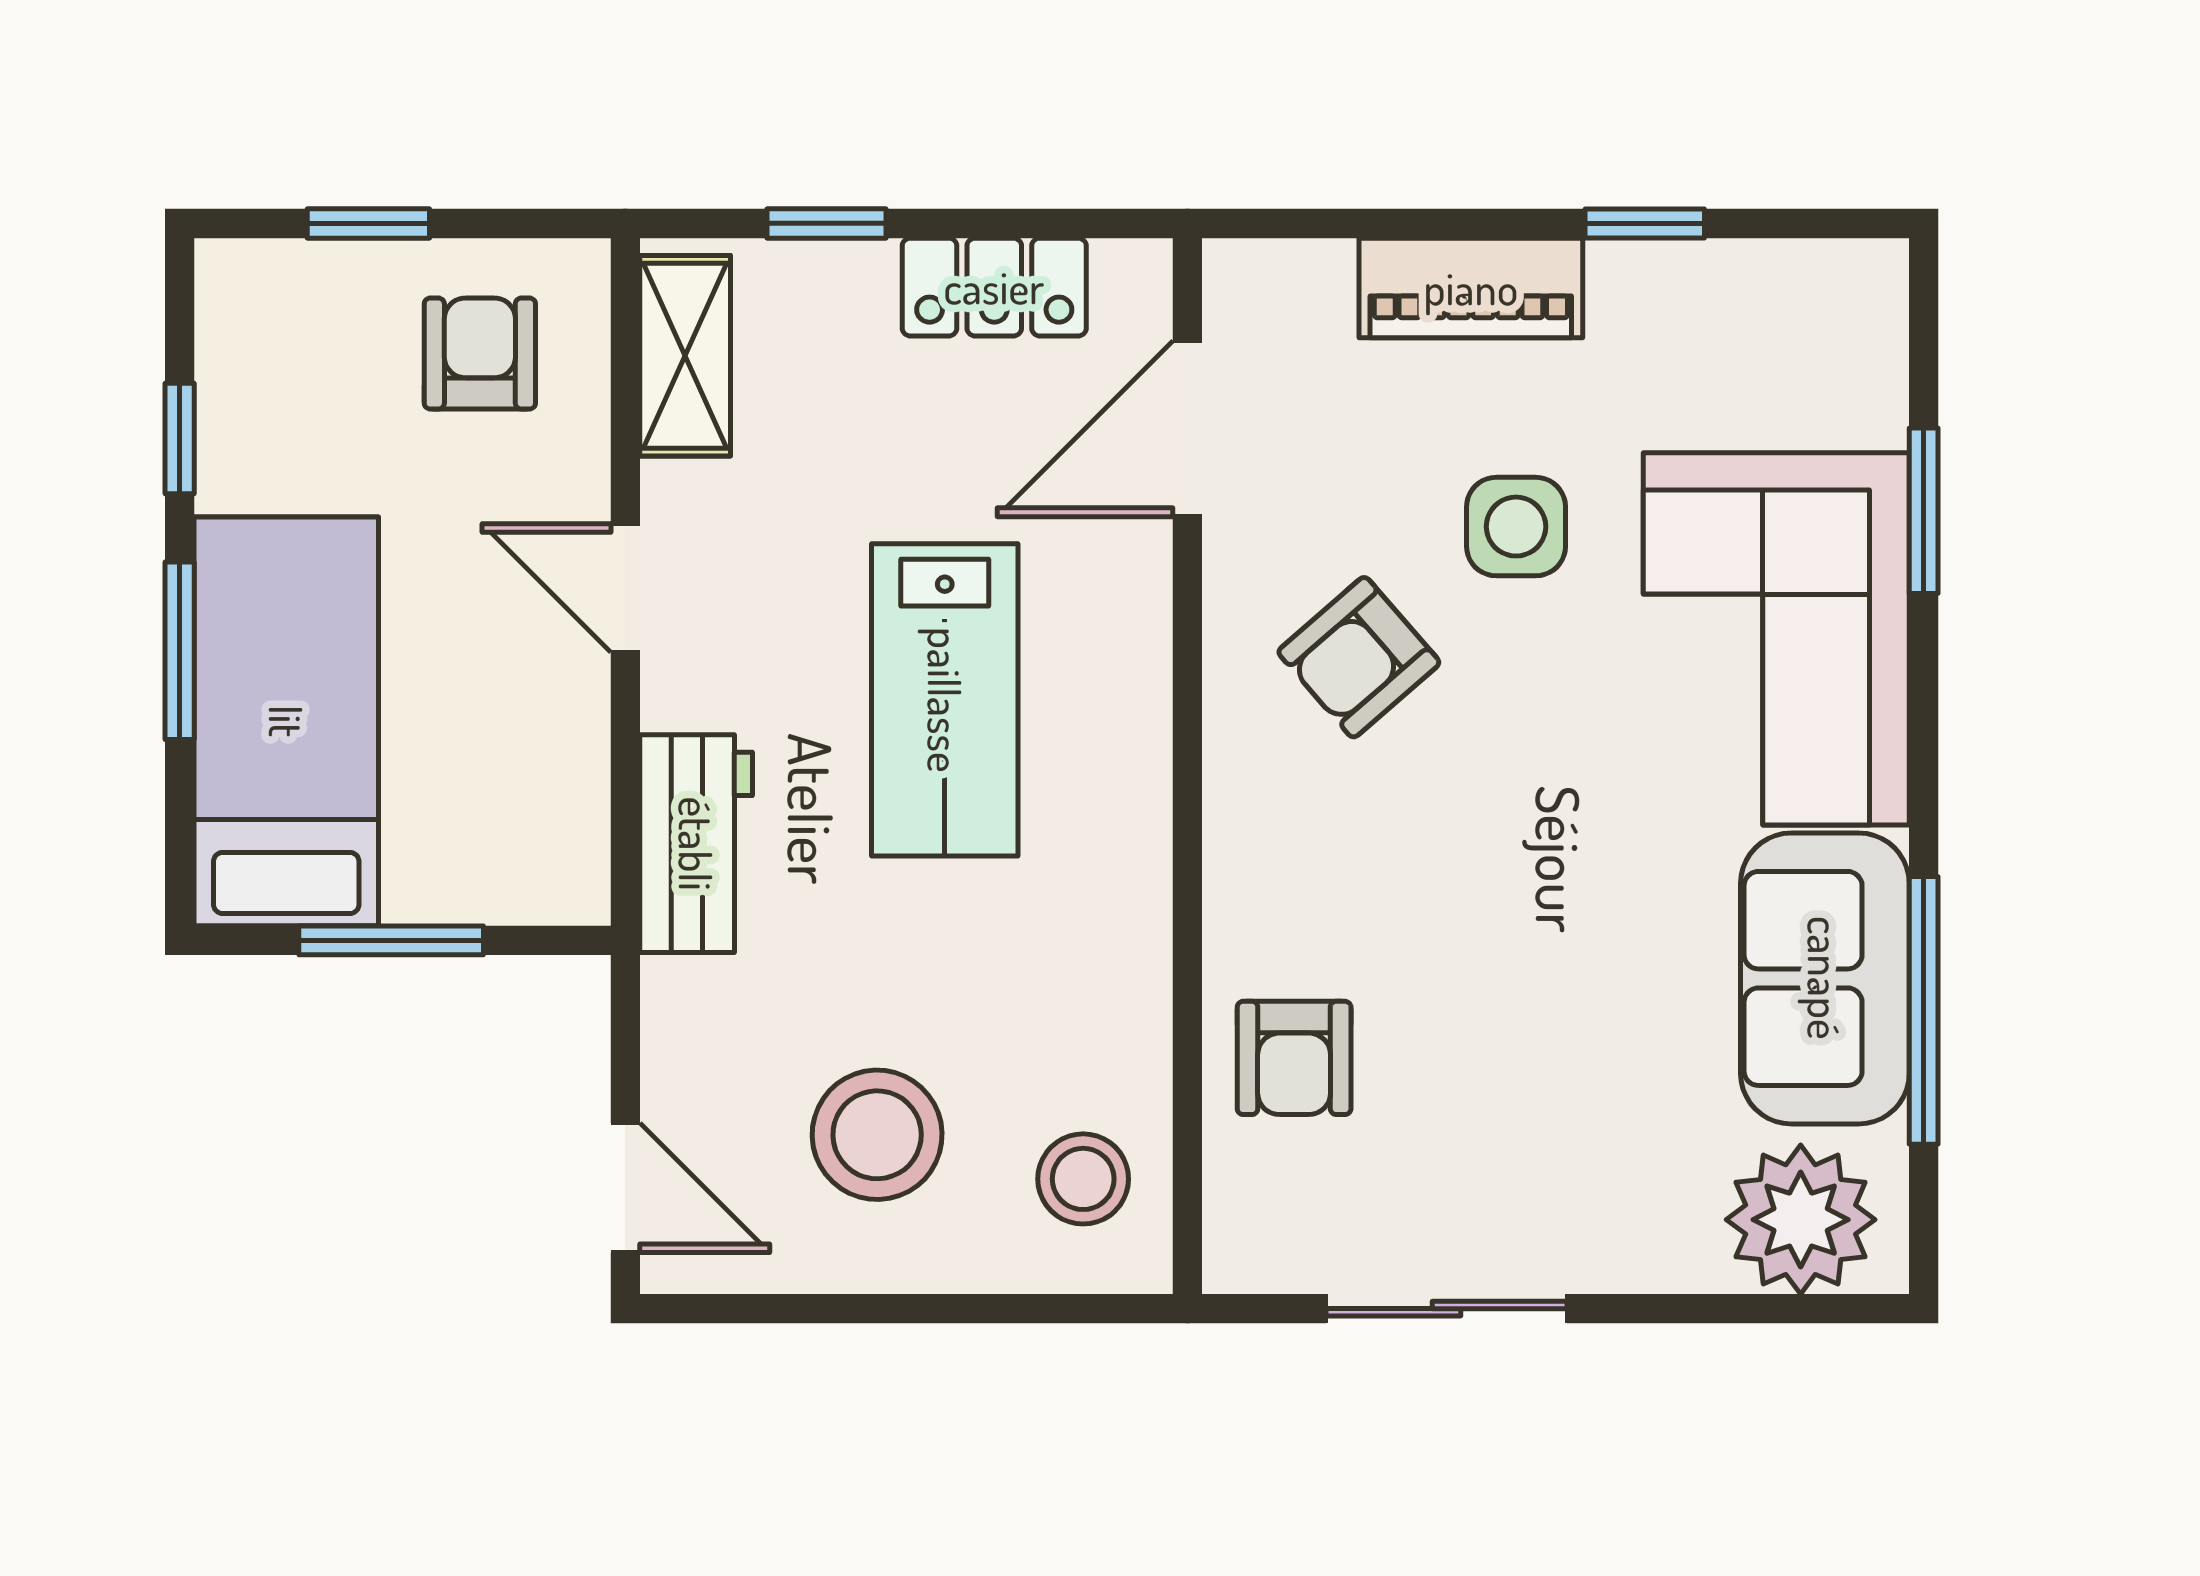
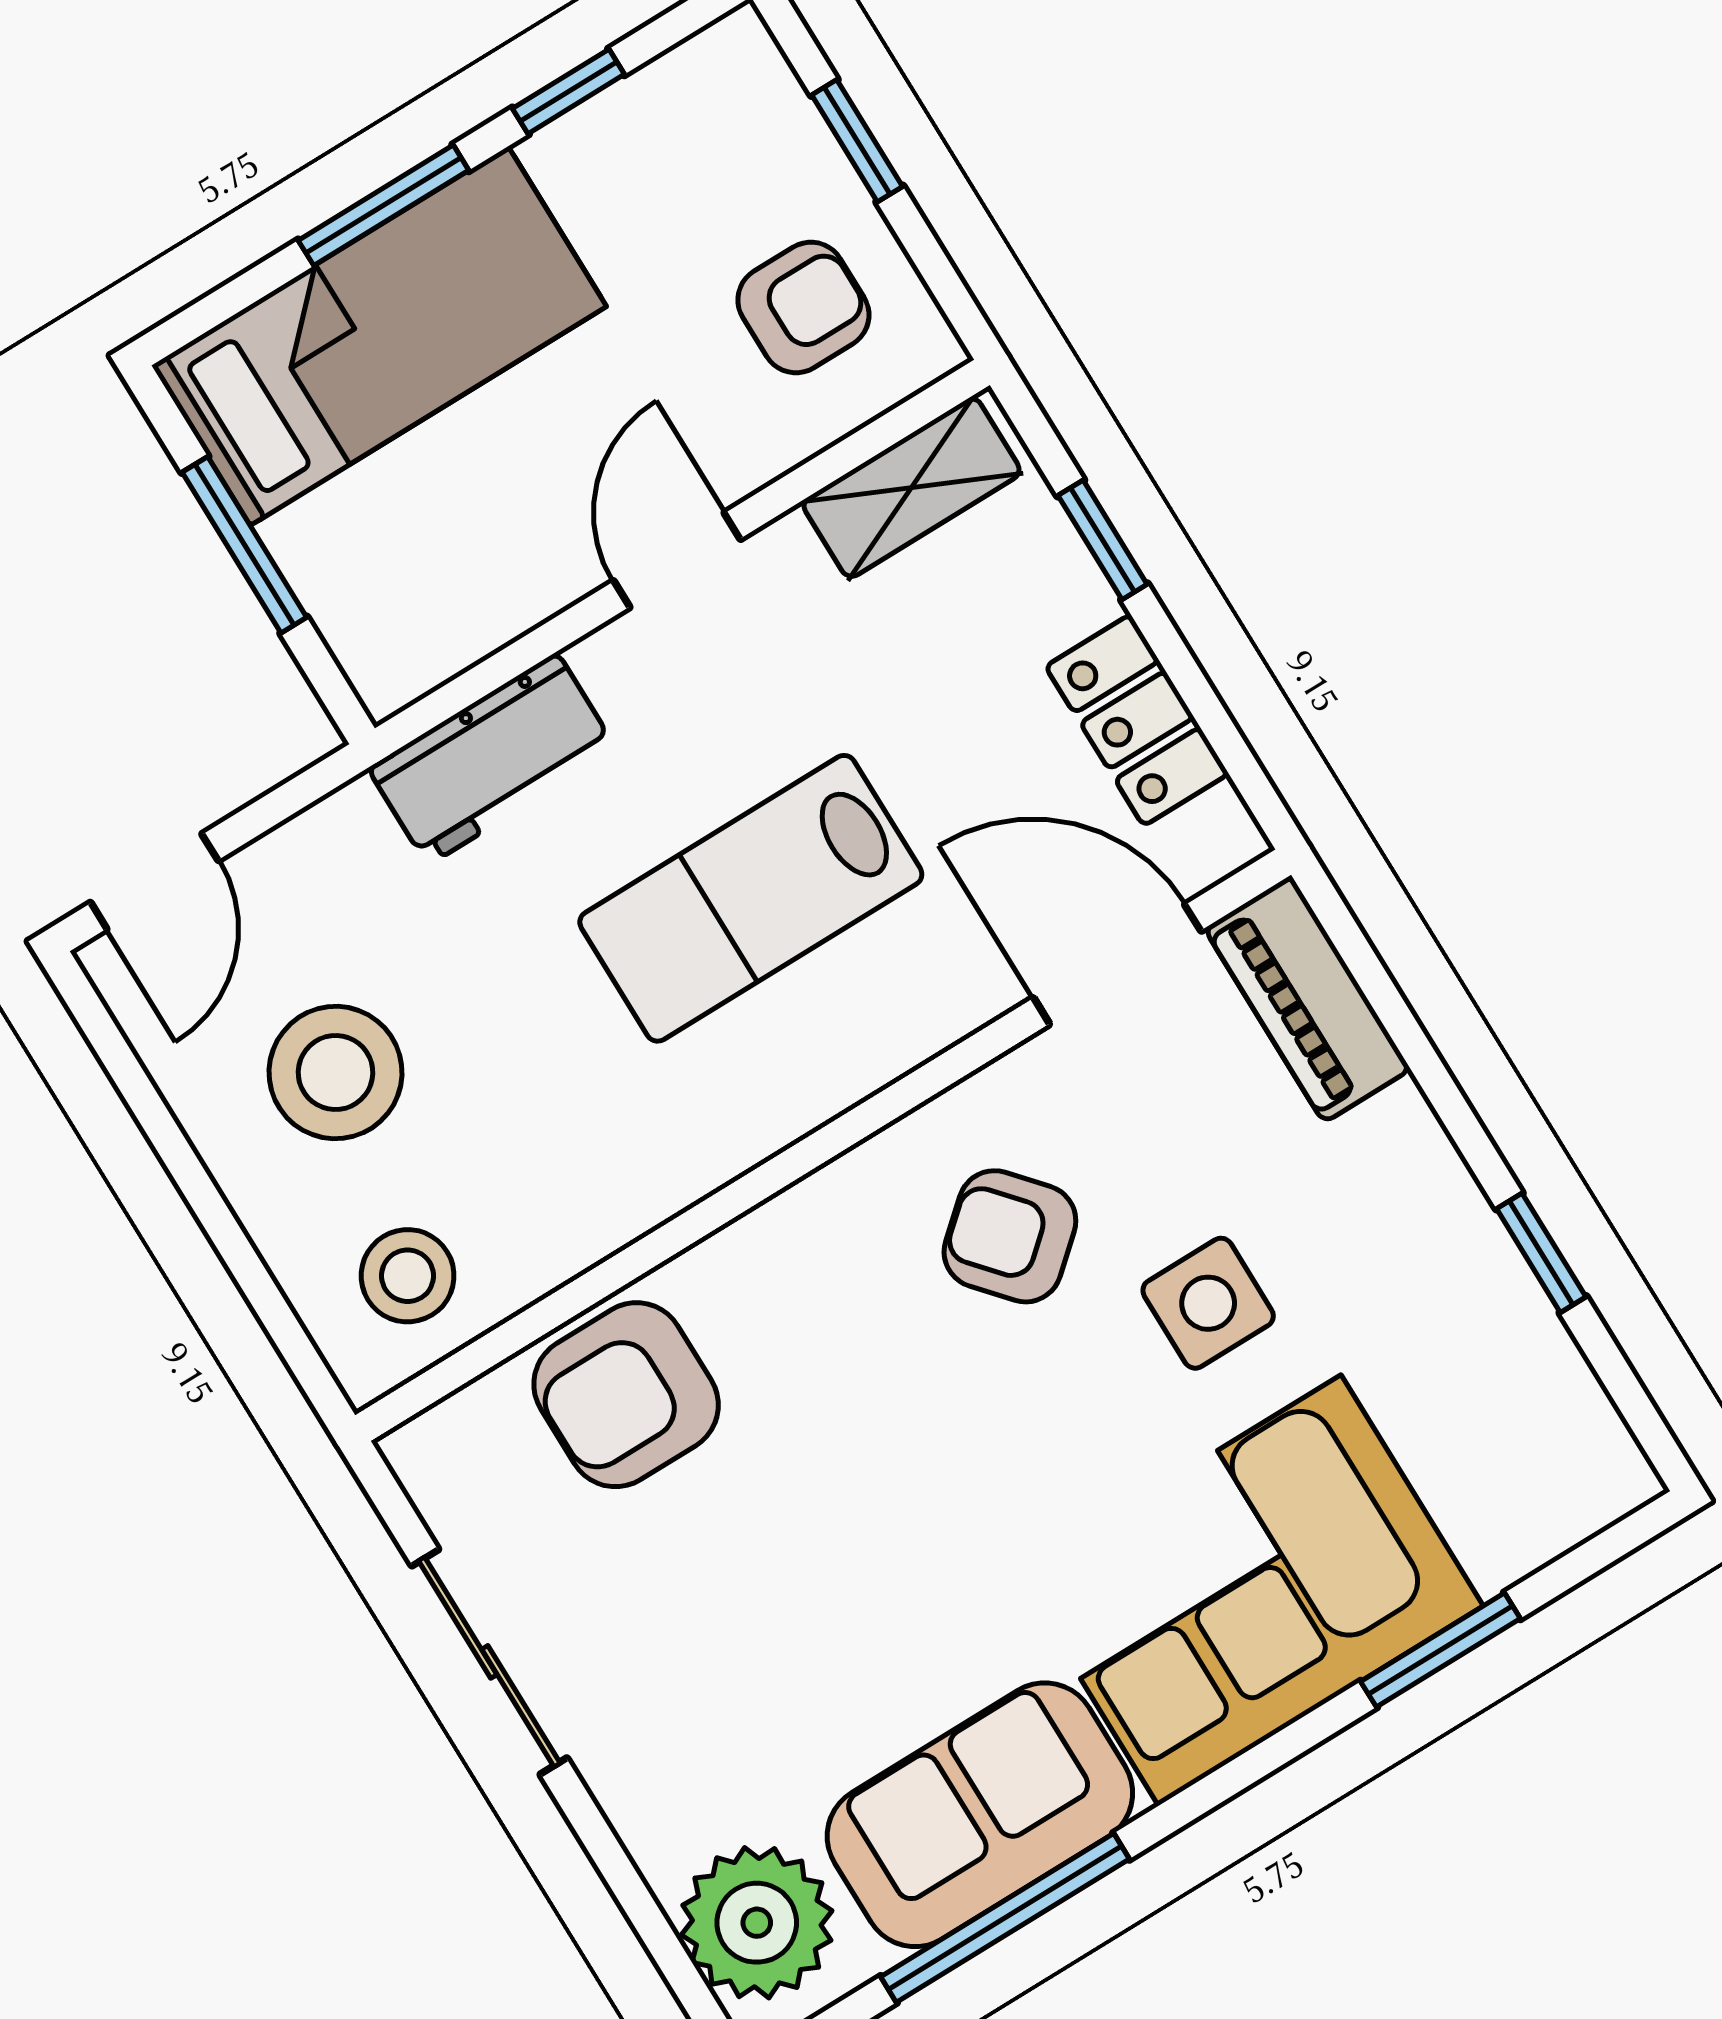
piano: (1471, 288) -> (1308, 999), moved
armchair: (1294, 1058) -> (626, 1395), width x1.38, depth x1.38

